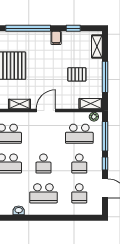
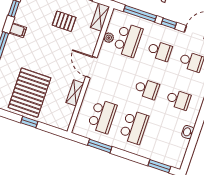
pallet: (77, 74) -> (64, 21), turned 90
plant: (94, 117) -> (109, 38), moved
school desk: (43, 193) -> (178, 100), width x0.54

